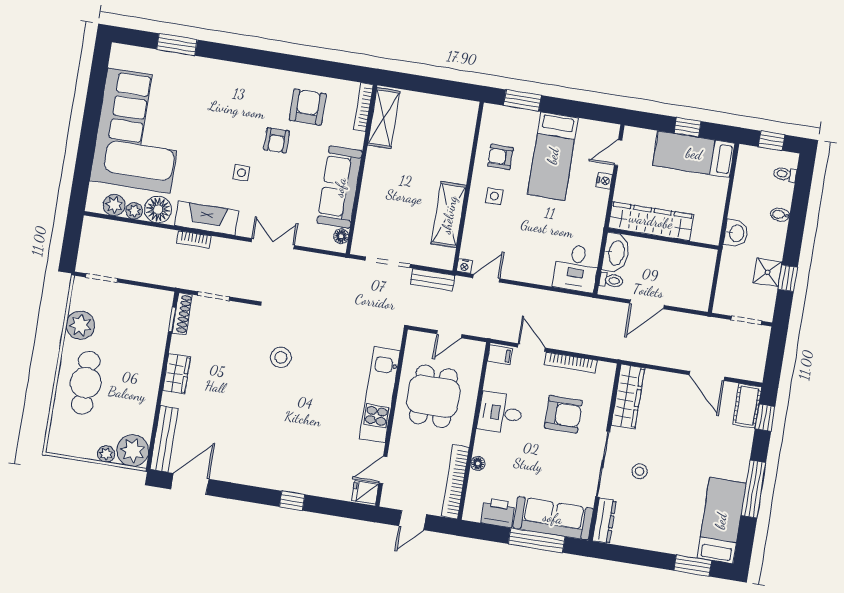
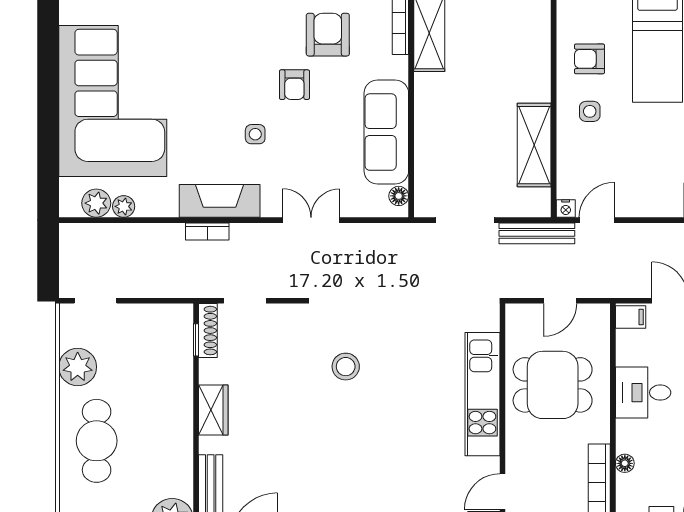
floor lamp: (158, 209) -> (154, 200), removed
bench: (432, 280) -> (537, 233), width x1.36
dining table: (433, 396) -> (553, 385), turned 90

